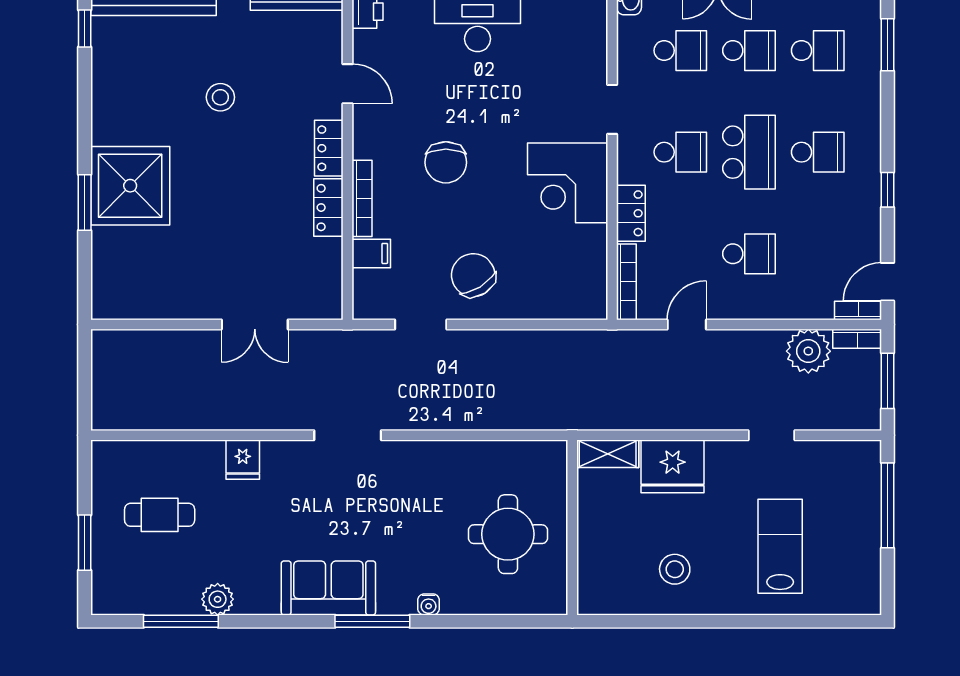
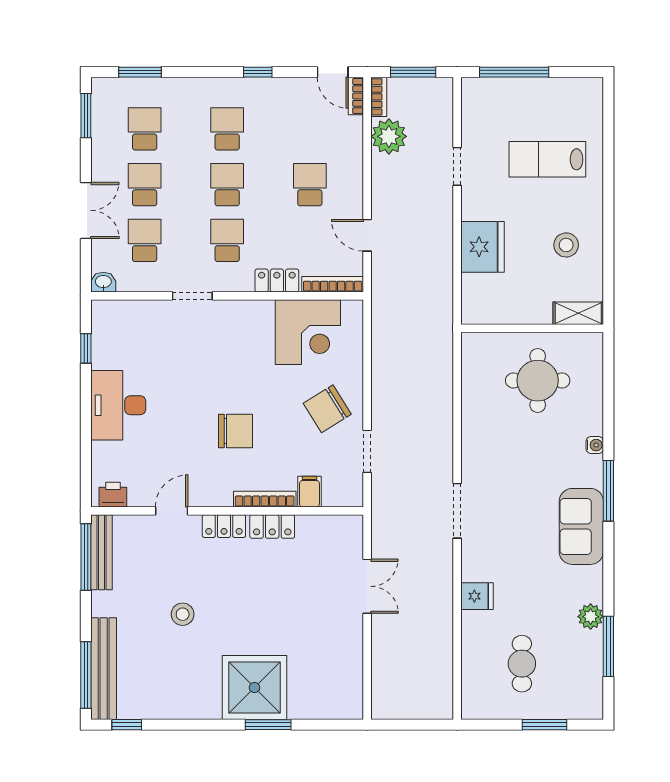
school desk: (749, 152) -> (227, 185), width x0.54
corner desk: (568, 183) -> (308, 332), moved
shelving: (608, 454) -> (578, 313), moved, turned 90

